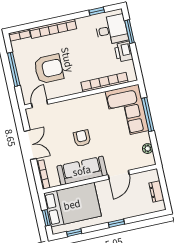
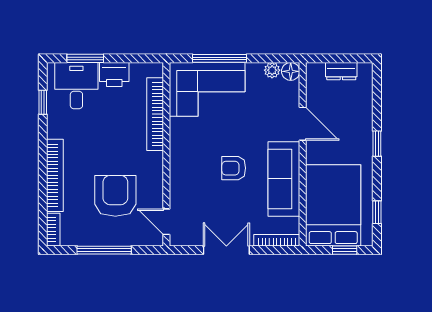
floor lamp: (149, 160) -> (291, 71), added

